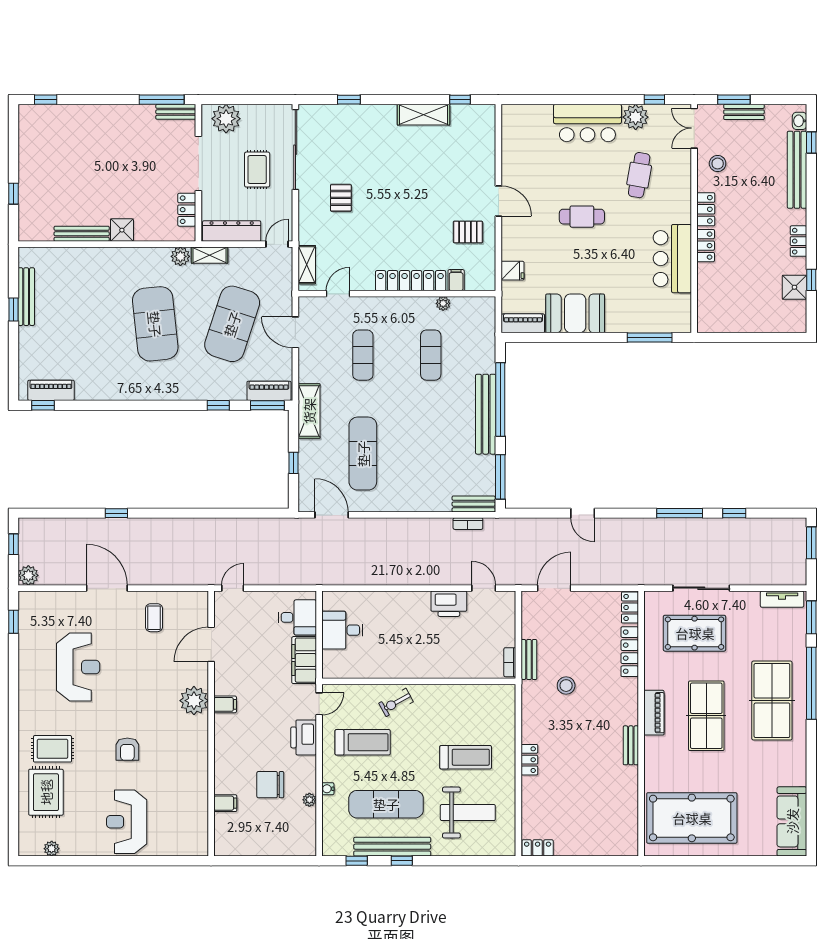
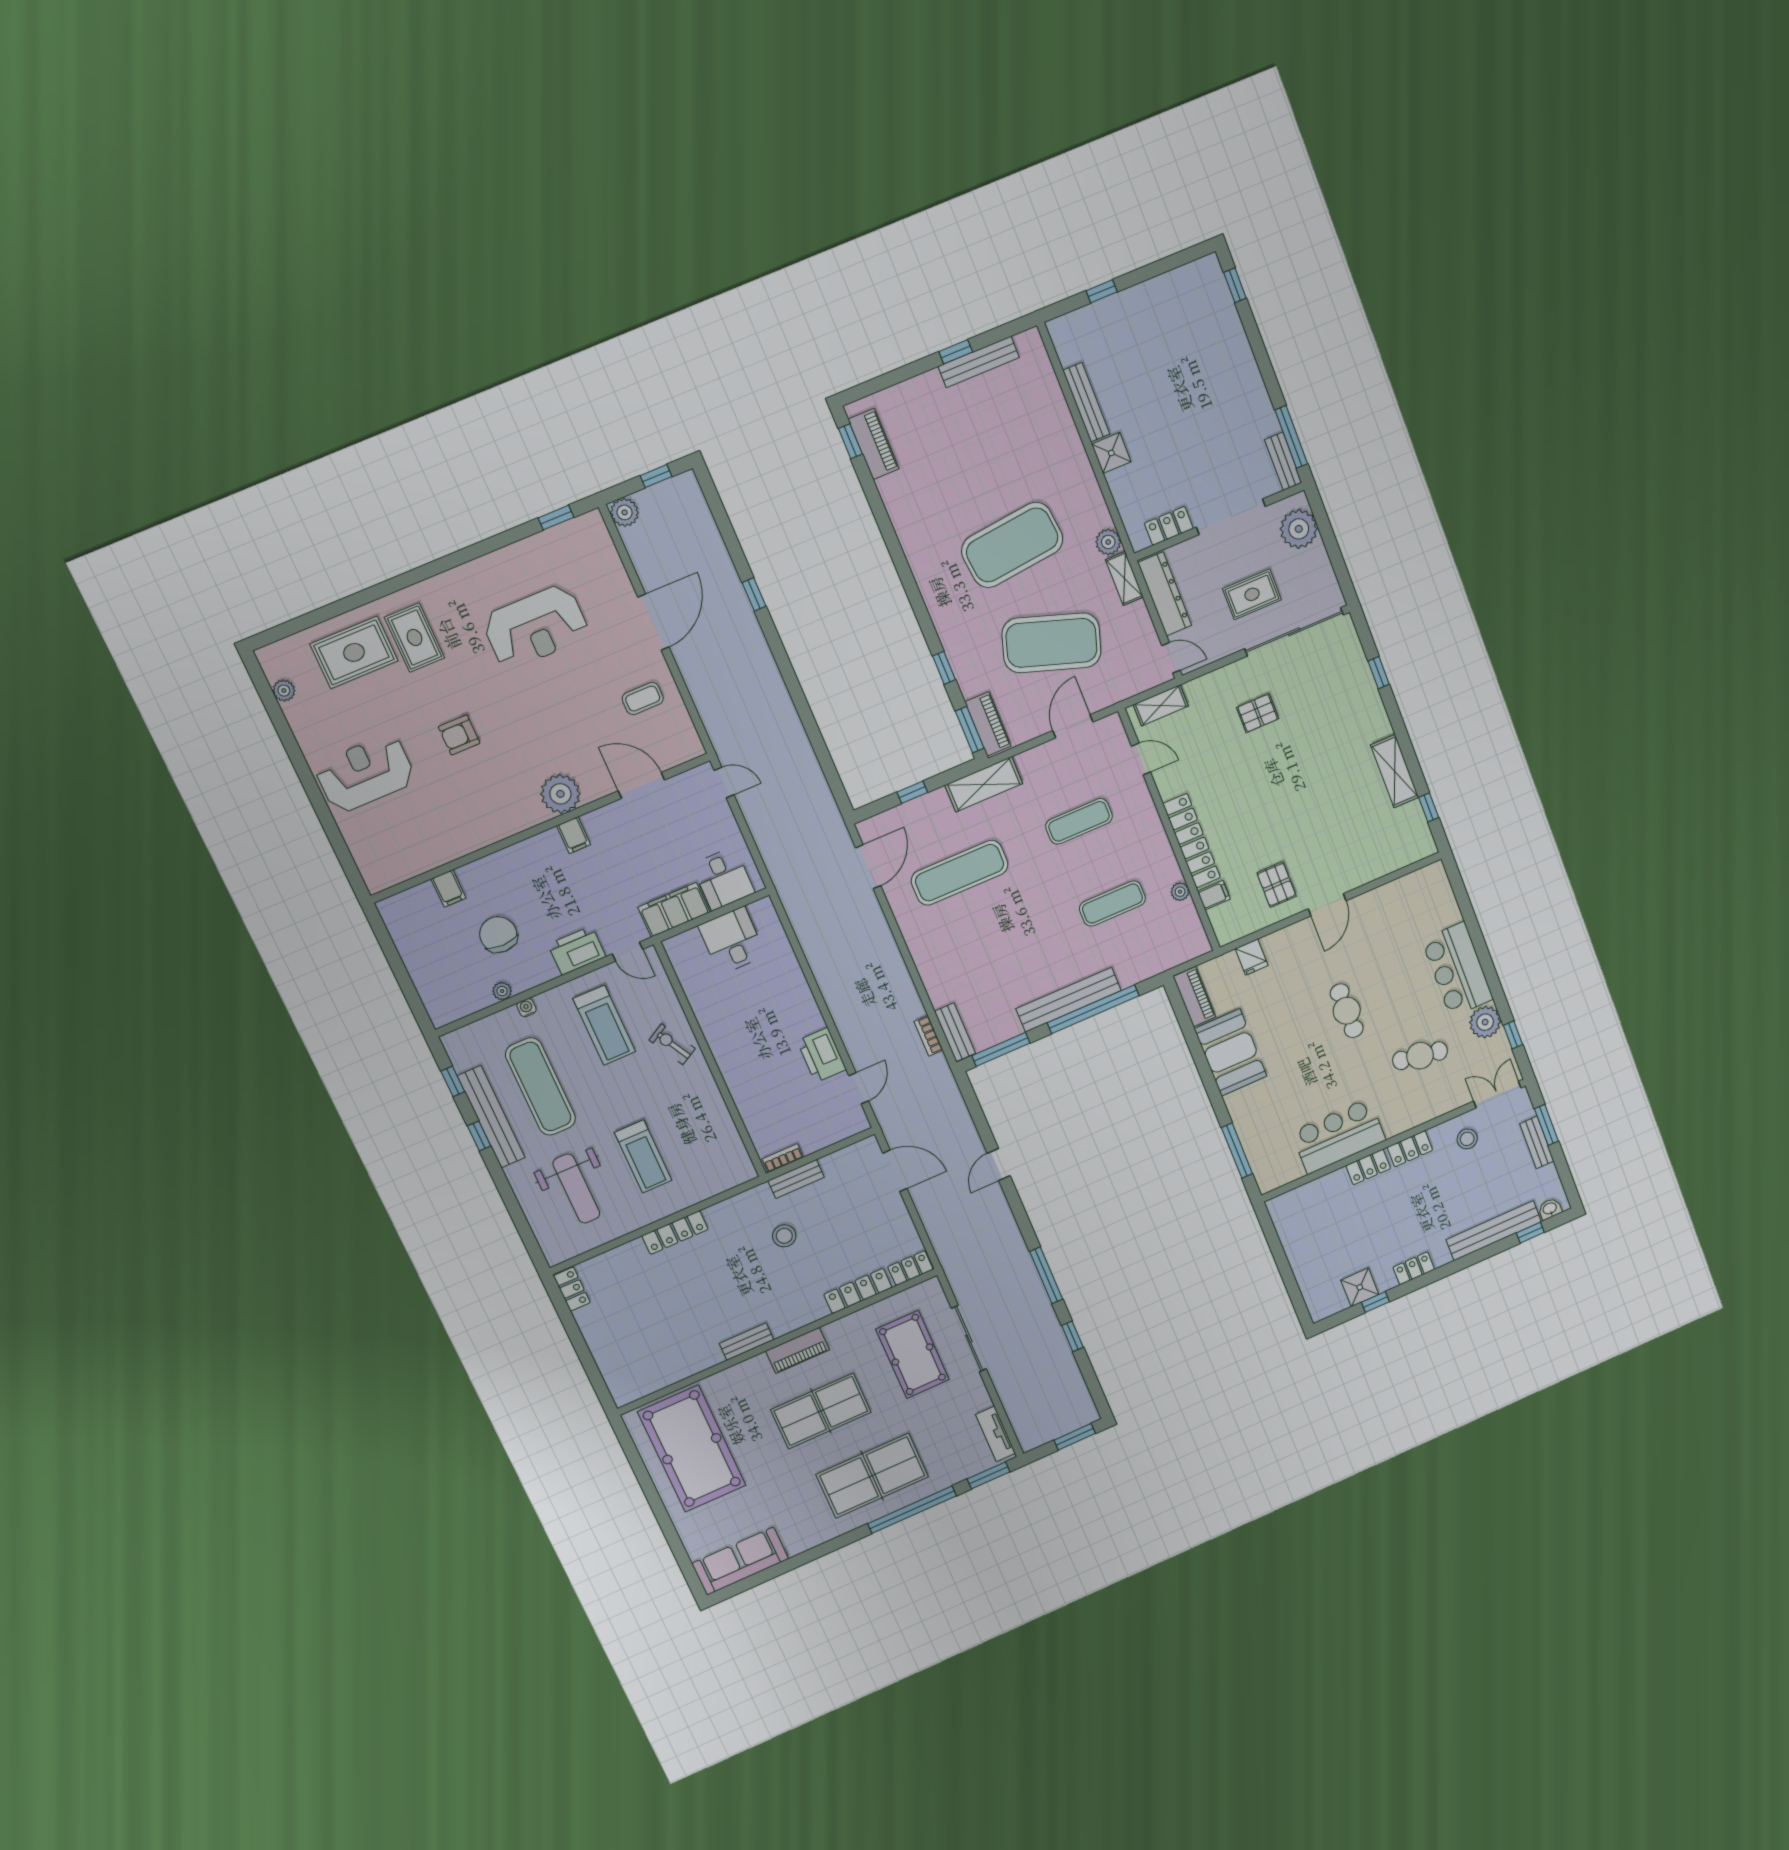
locker: (529, 760) -> (675, 1233), width x1.53

